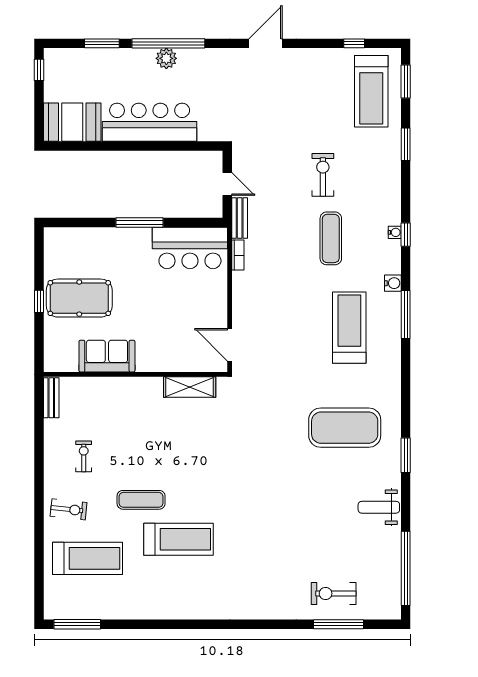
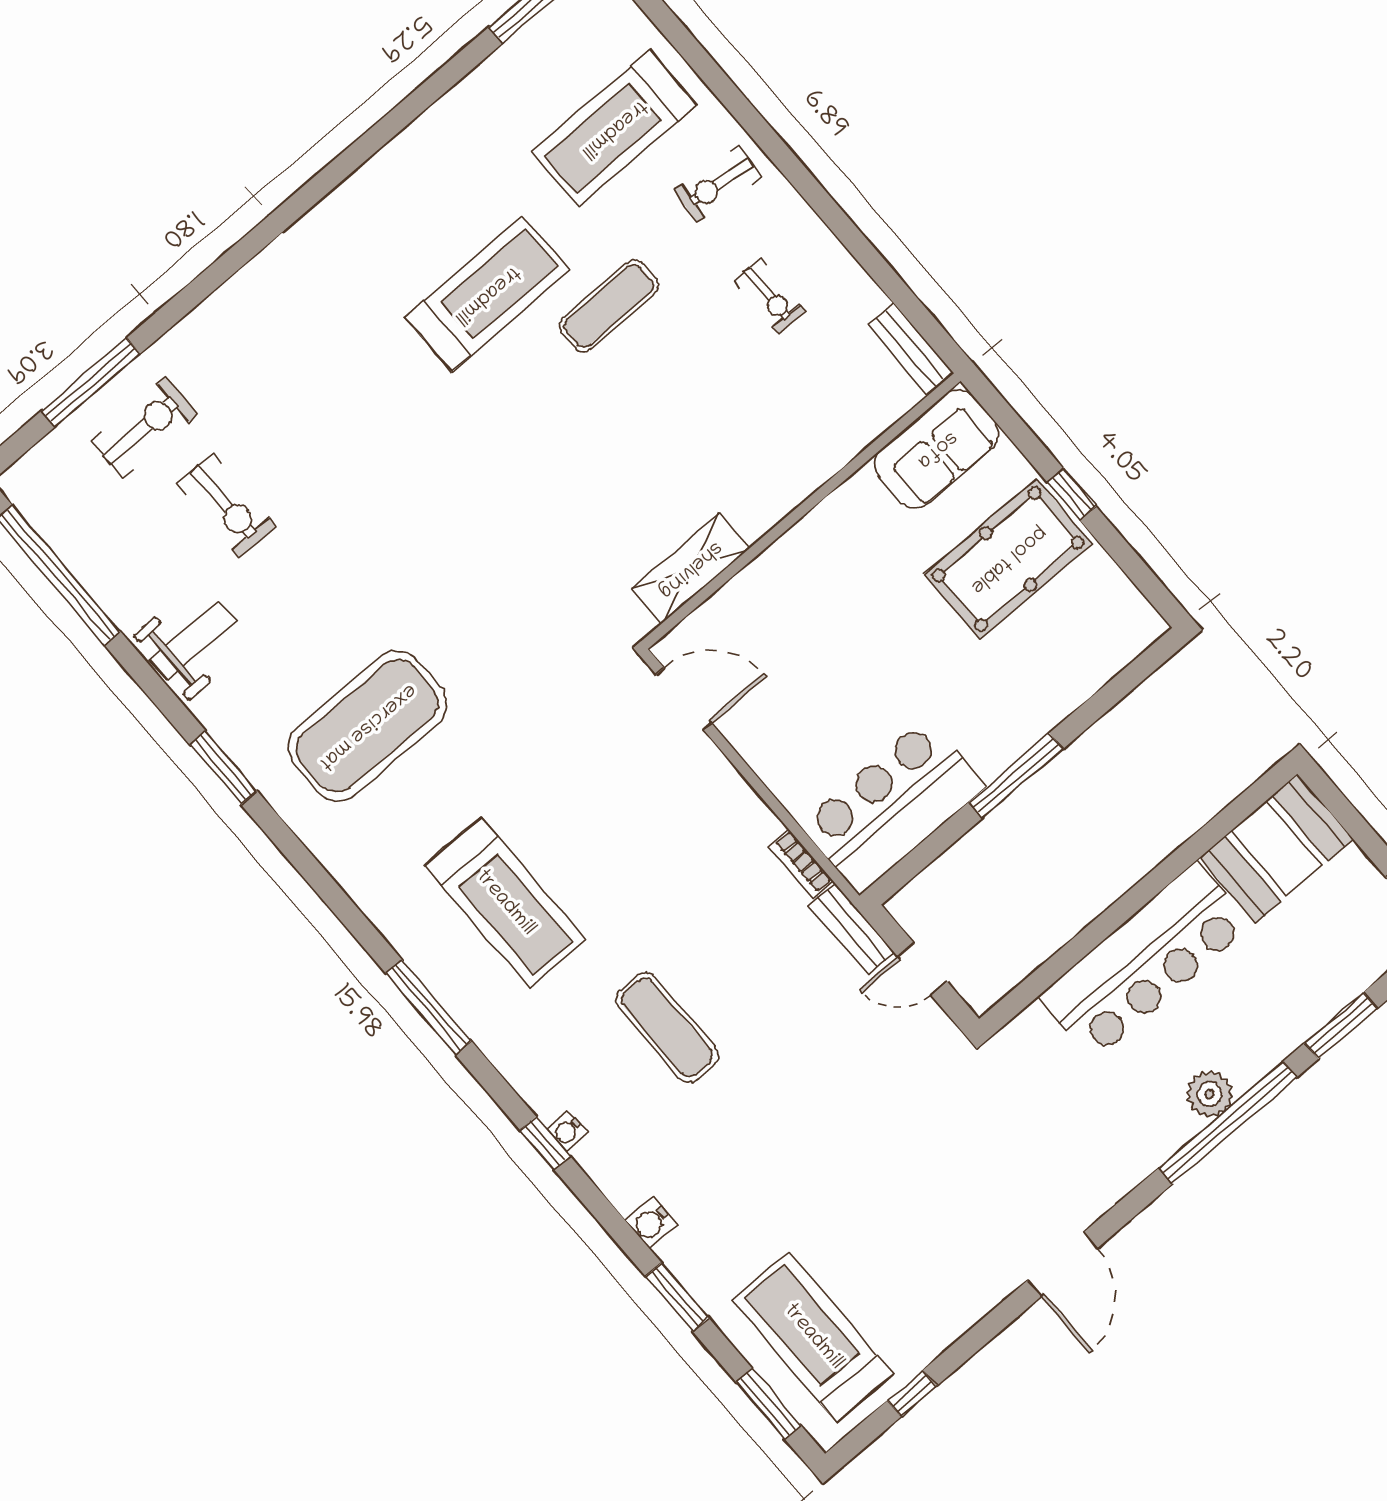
exercise bike: (323, 175) -> (226, 505), moved
water cooler: (393, 283) -> (651, 1223), moved
sofa: (107, 356) -> (937, 449), moved
treadmill: (179, 539) -> (487, 294), turned 180

